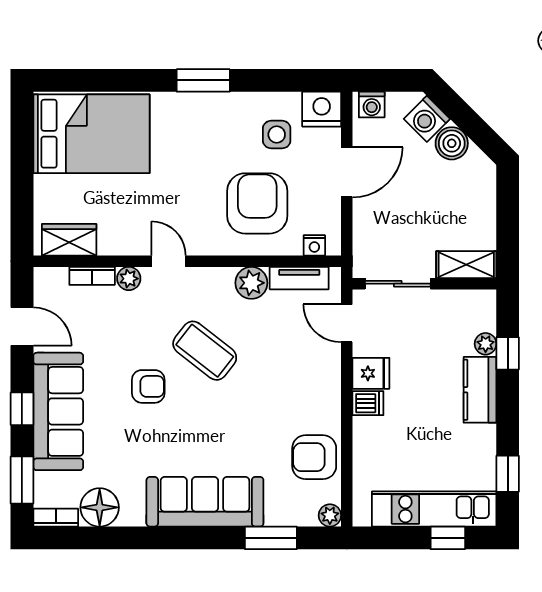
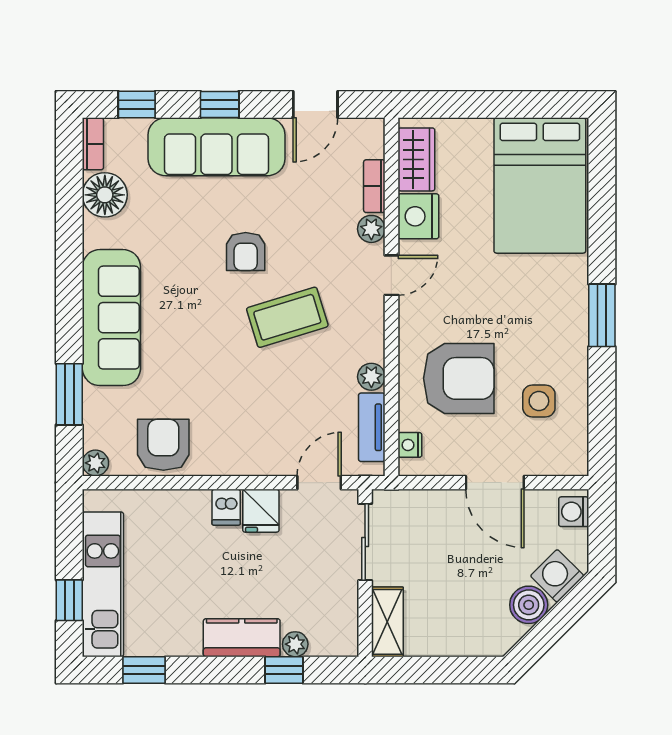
nightstand: (322, 109) -> (418, 216), moved, turned 180
plant: (251, 283) -> (371, 377), width x0.73, depth x0.73
coffee table: (205, 351) -> (287, 317), turned 35
window: (22, 480) -> (137, 105), width x0.67

